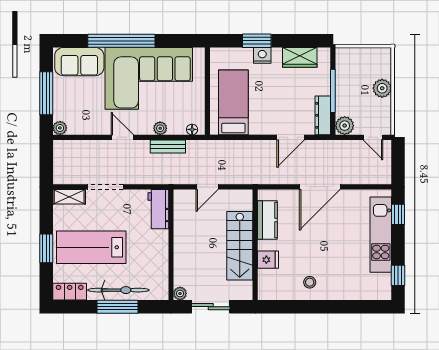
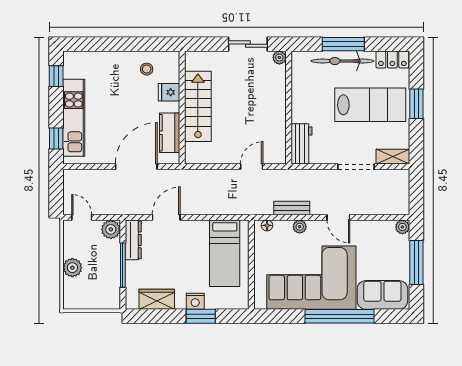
kitchen counter: (267, 220) -> (170, 133), moved
wall: (255, 245) -> (182, 107), moved
stairs: (240, 246) -> (198, 106), moved
fridge: (268, 260) -> (169, 92), moved

